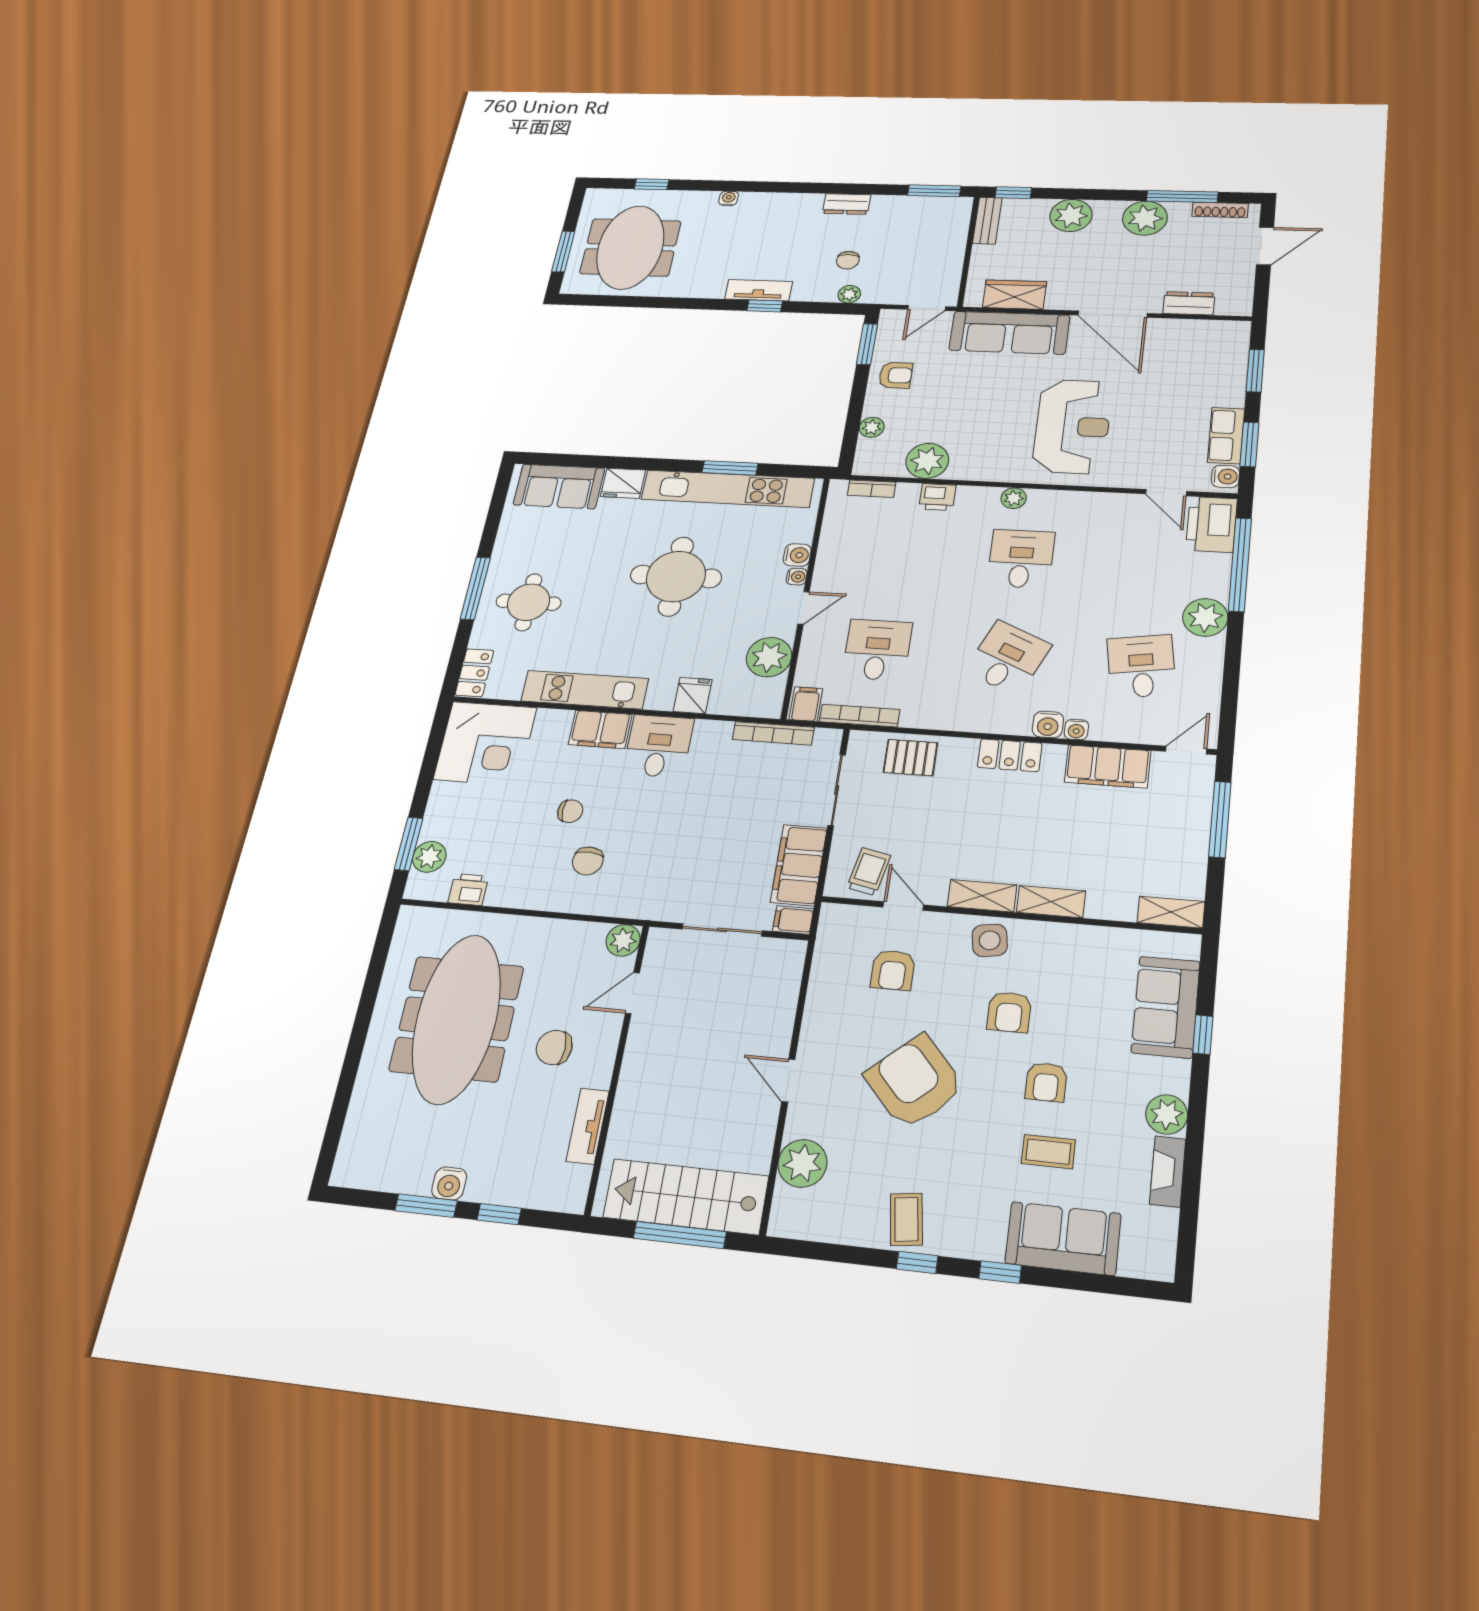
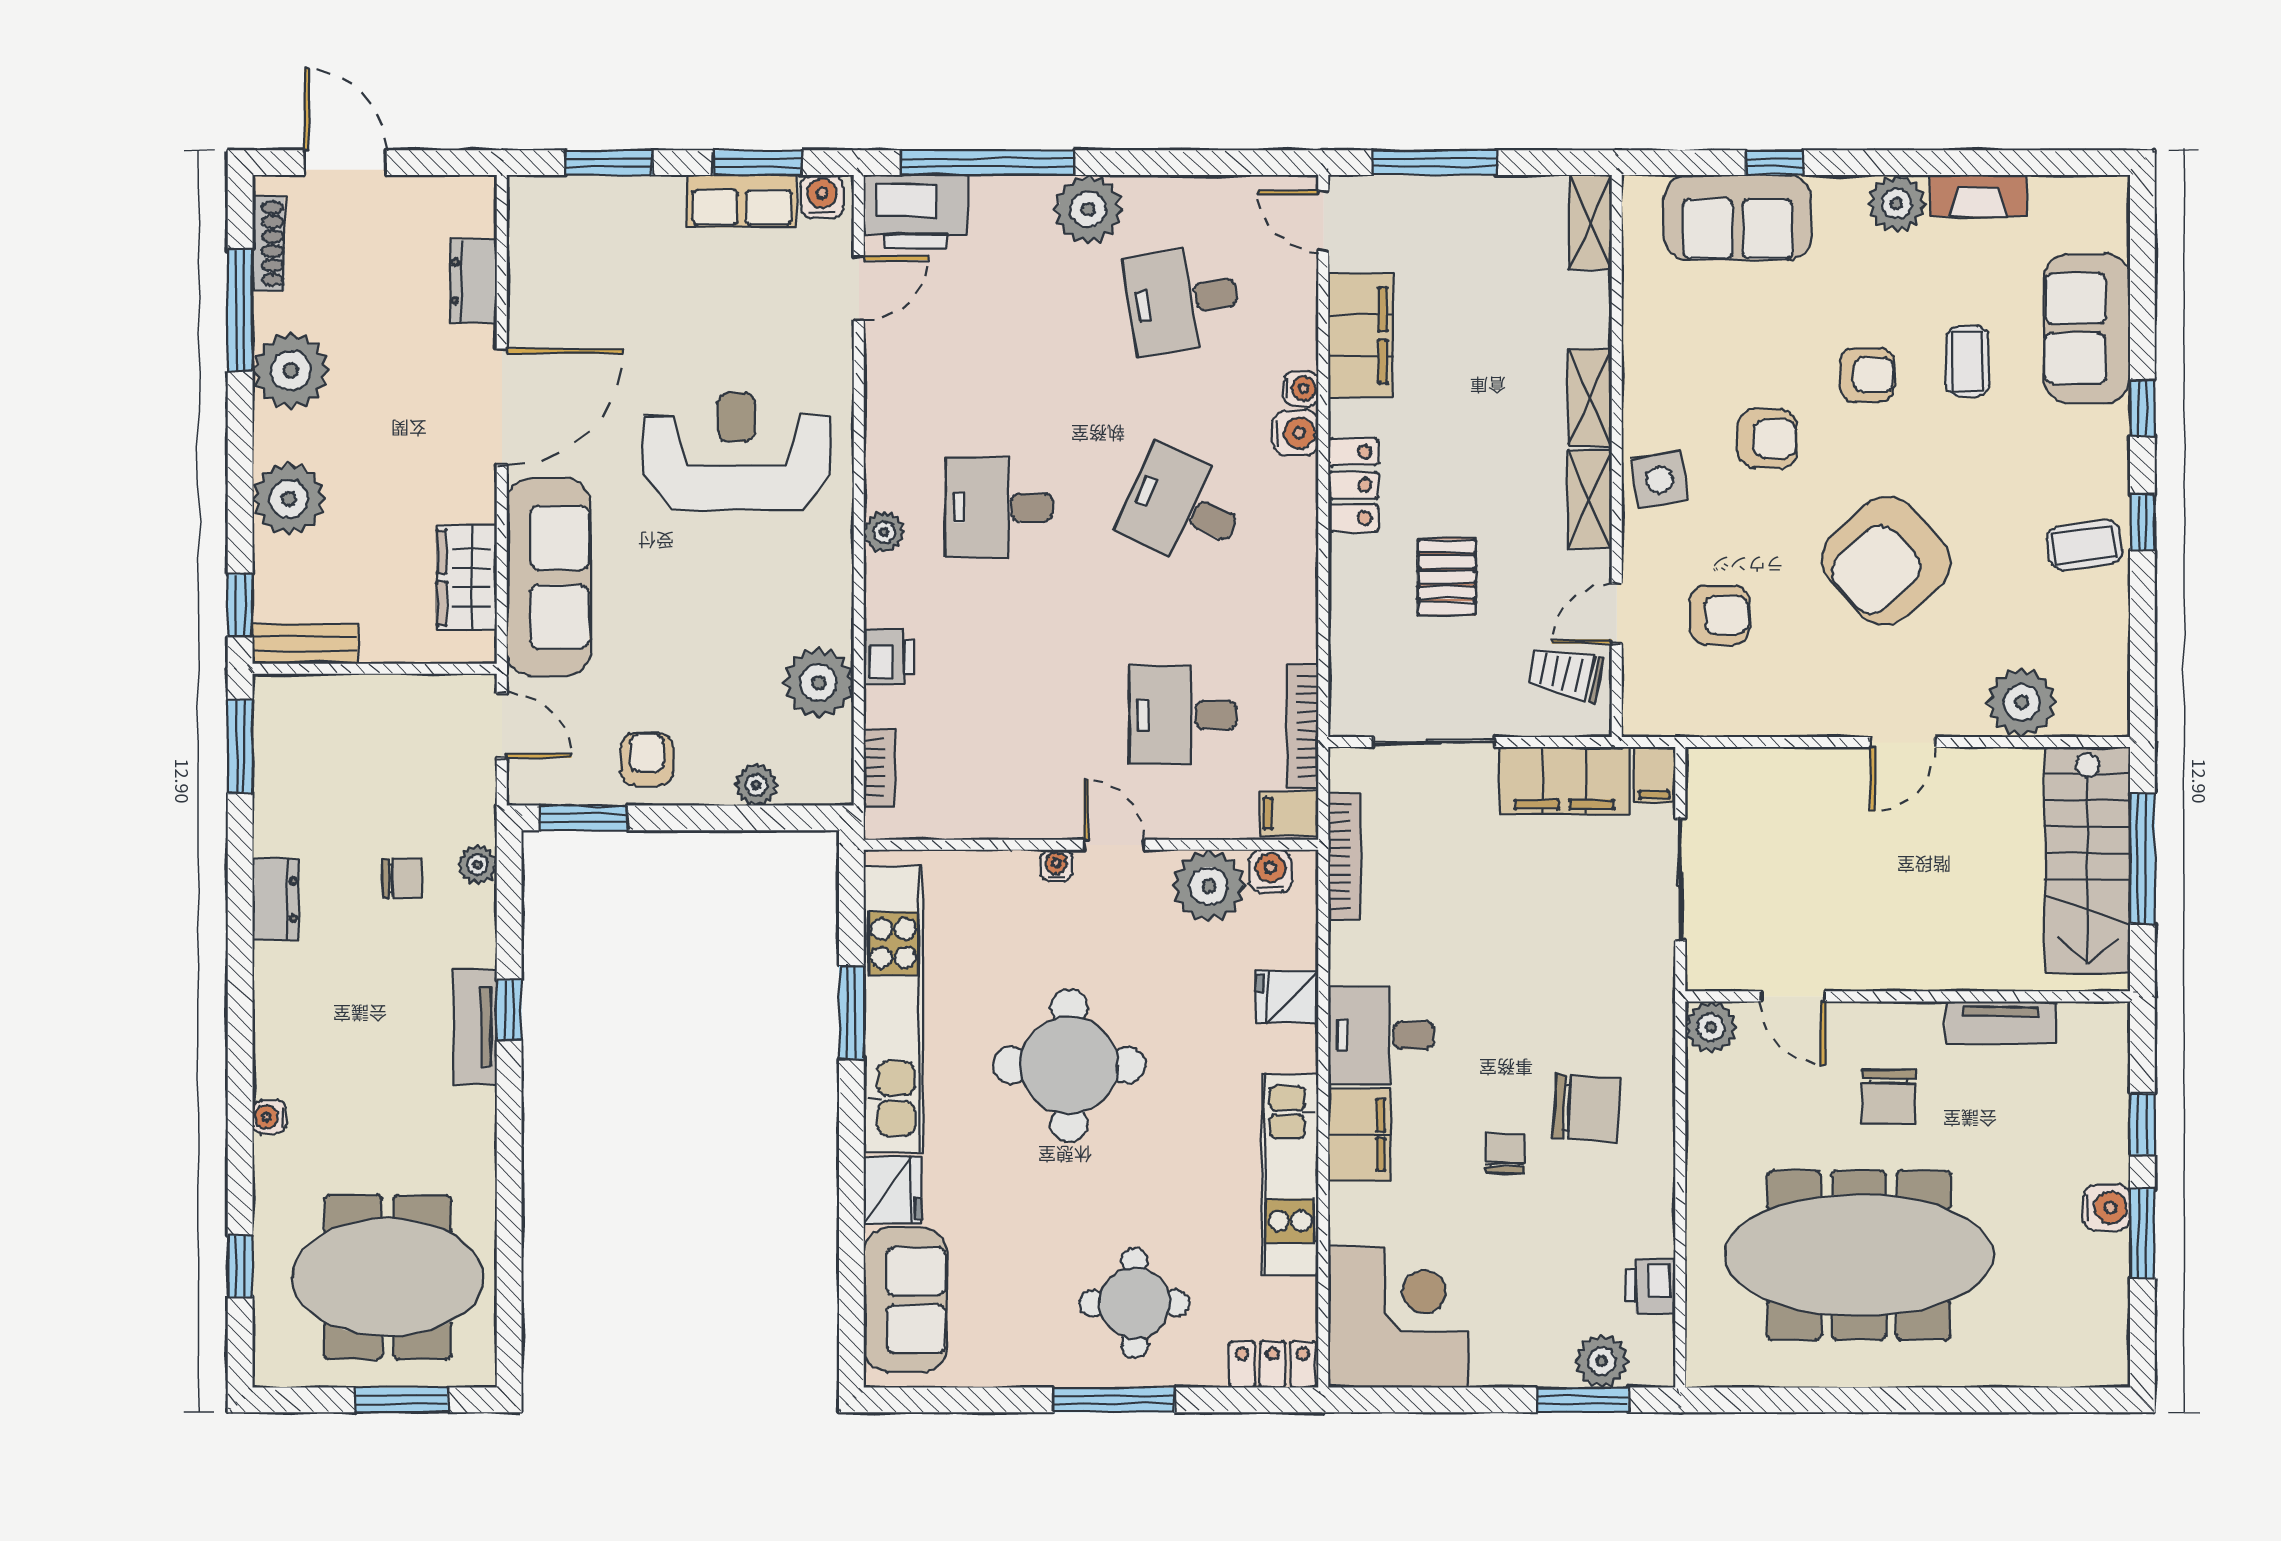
water cooler: (797, 555) -> (1270, 871), moved
pallet: (910, 758) -> (1447, 577), moved
chair: (588, 861) -> (1586, 1108), width x1.37, depth x1.37

